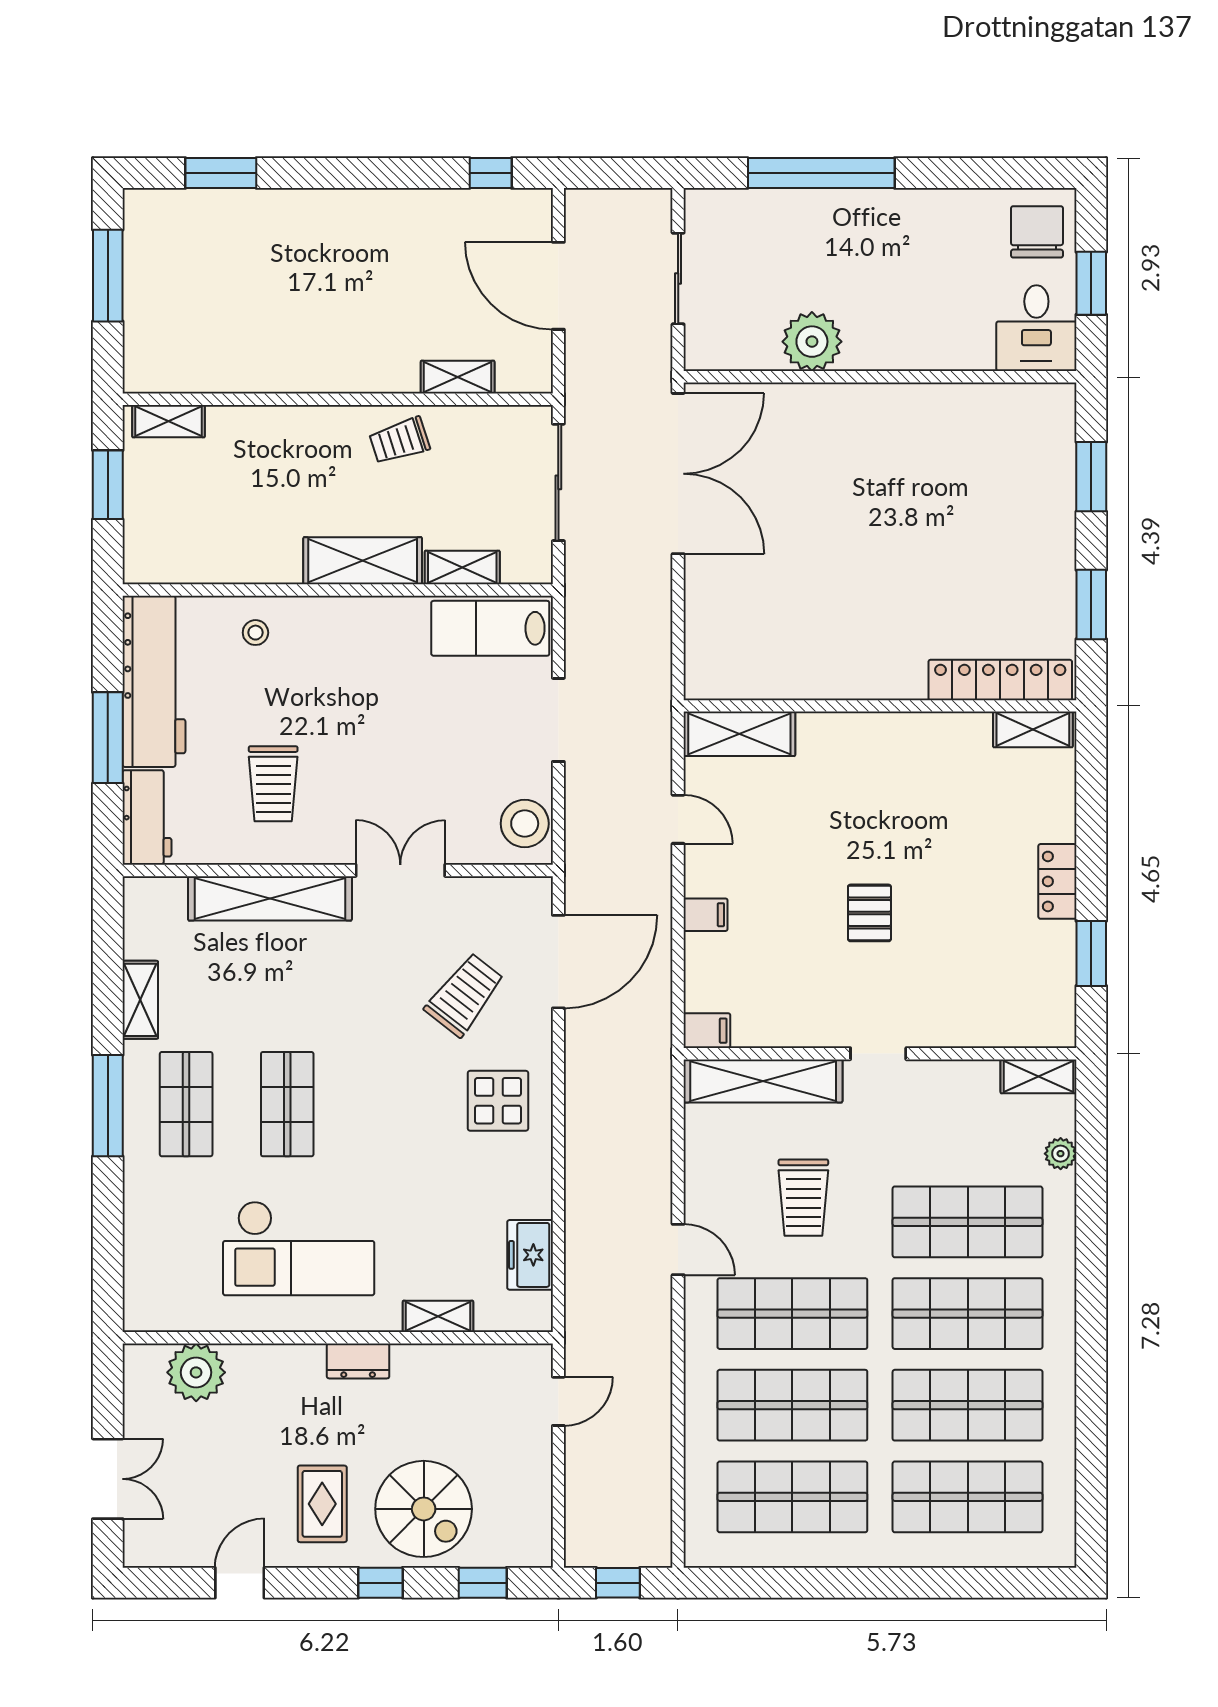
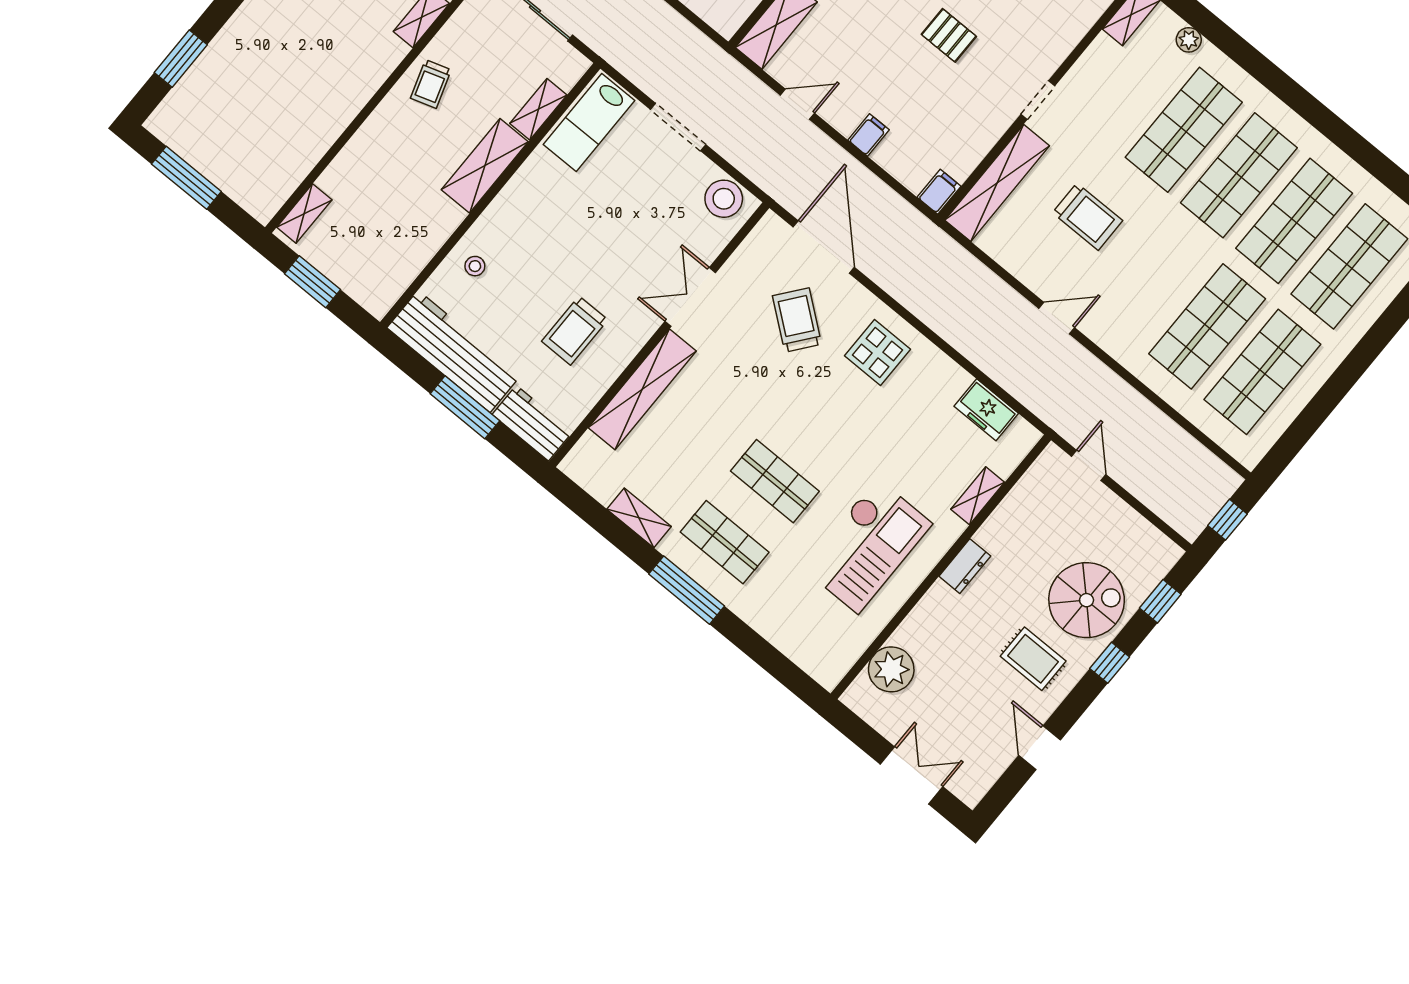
trolley: (273, 784) -> (575, 330), turned 90
shop shelf: (792, 1314) -> (1152, 281), removed

